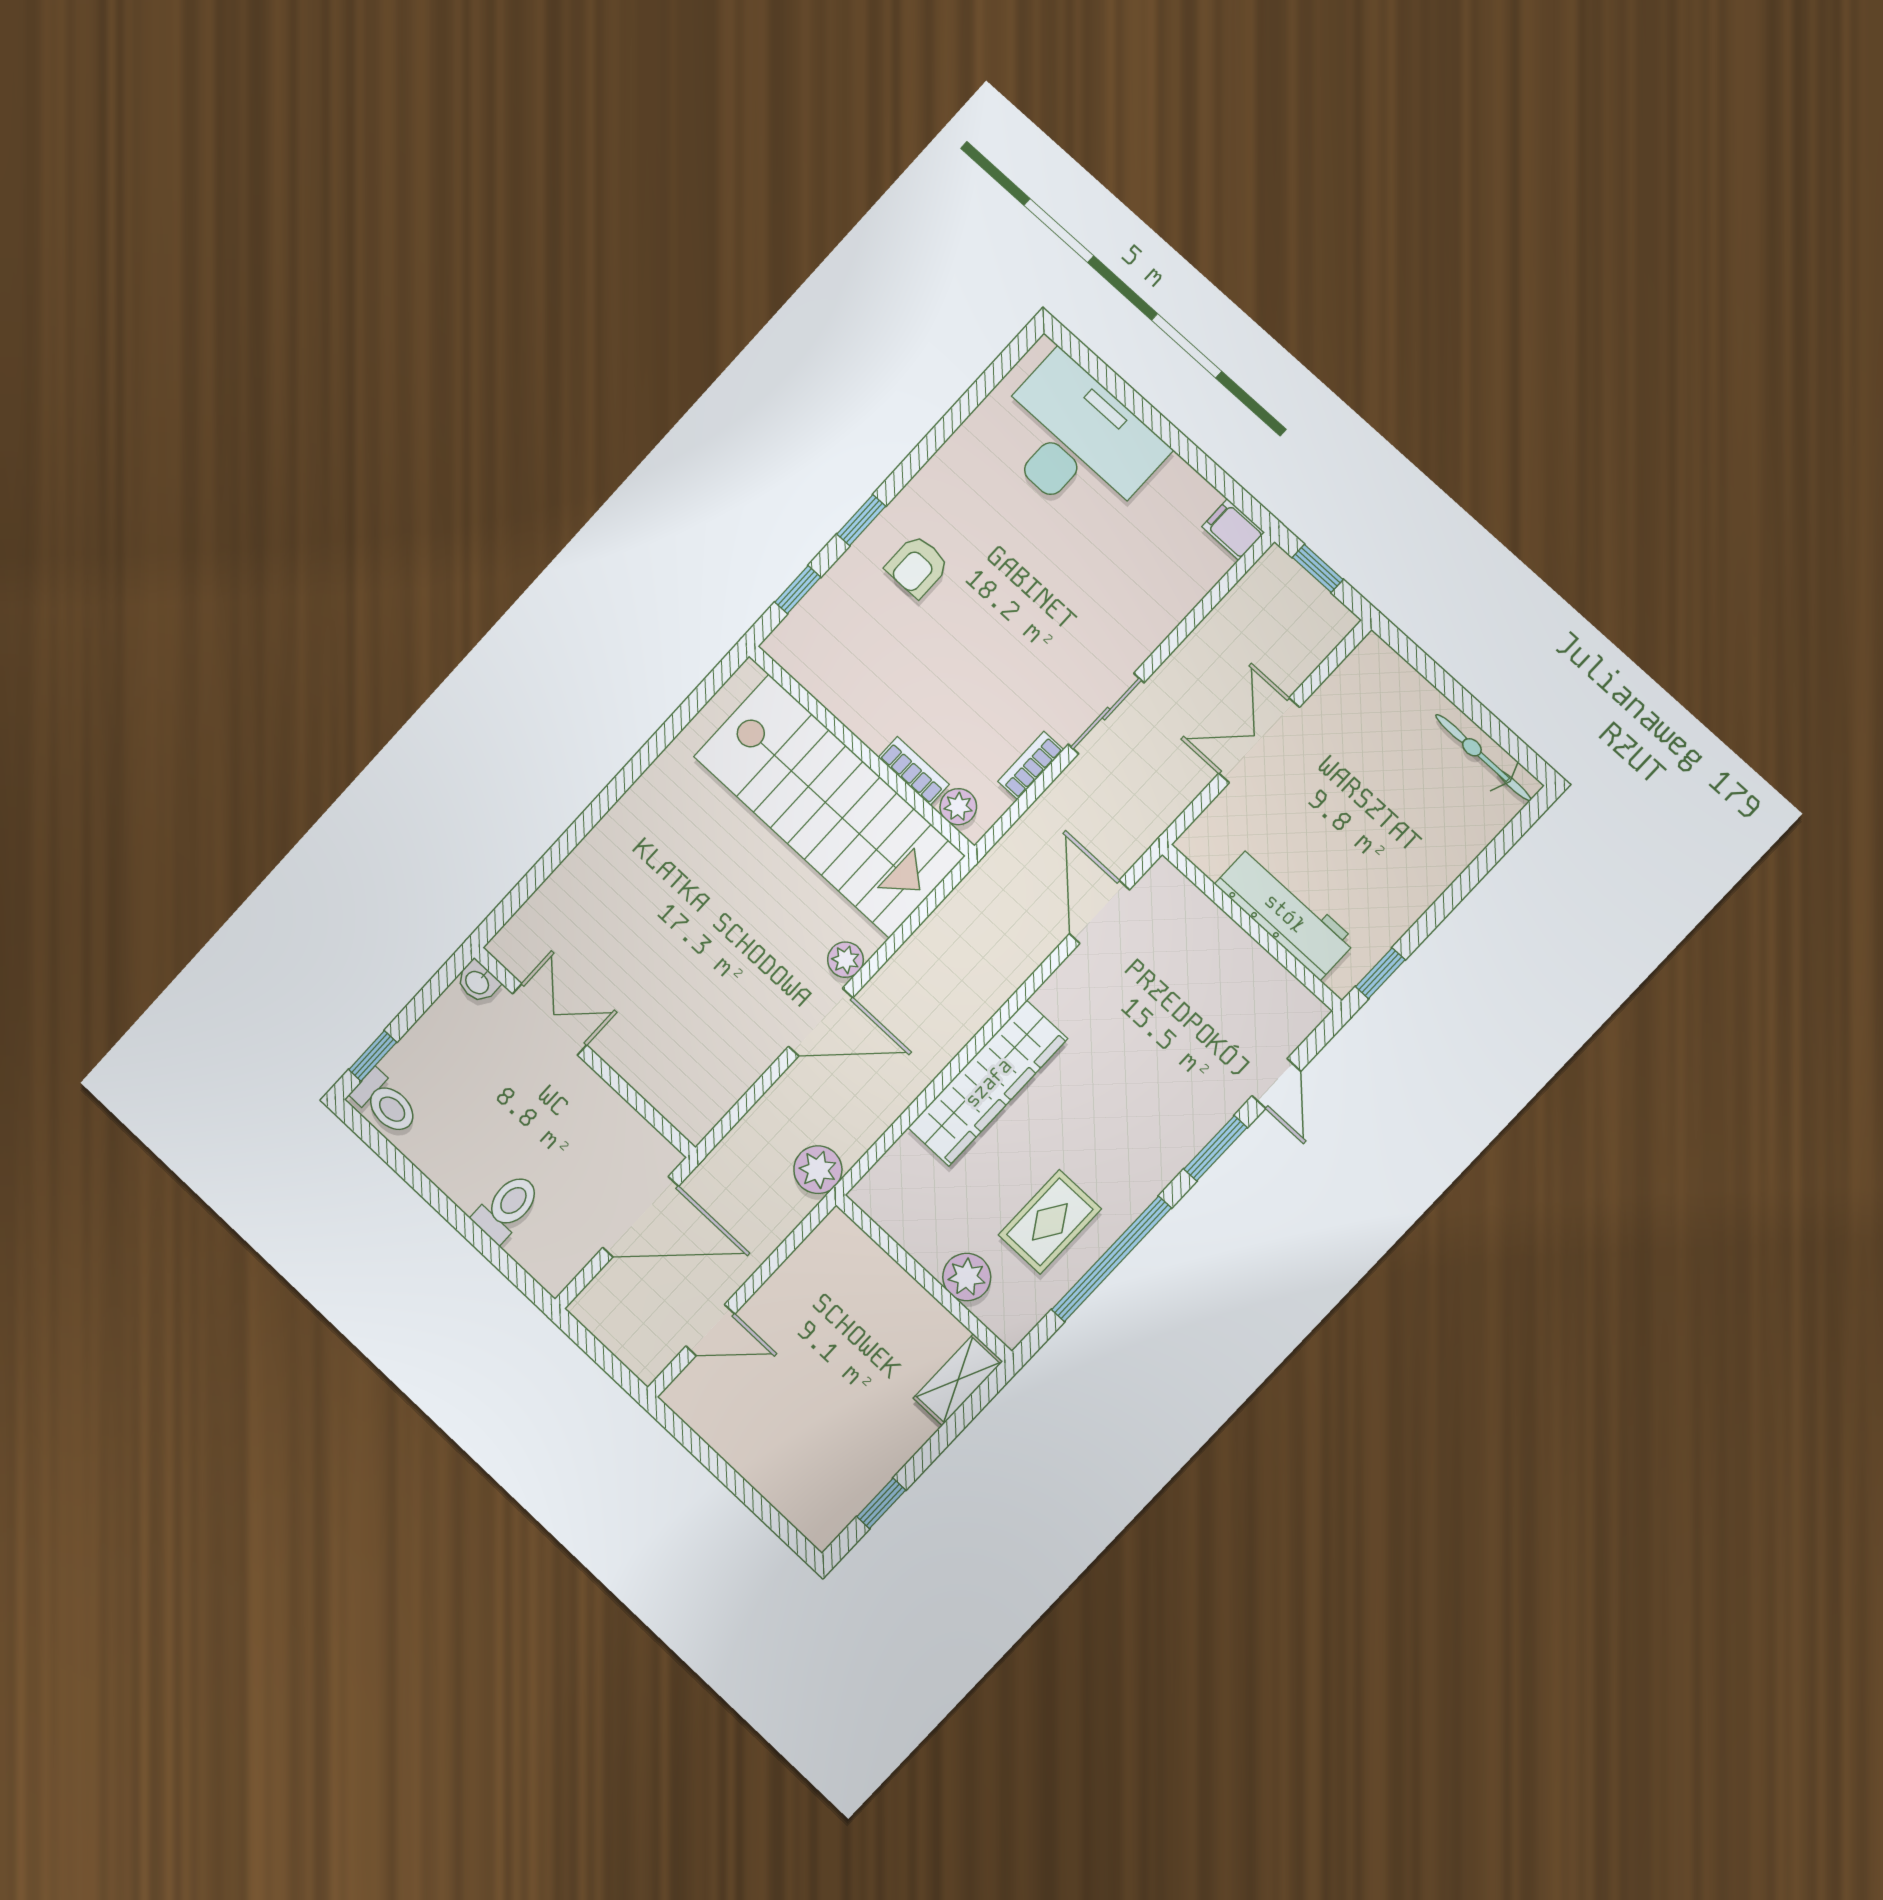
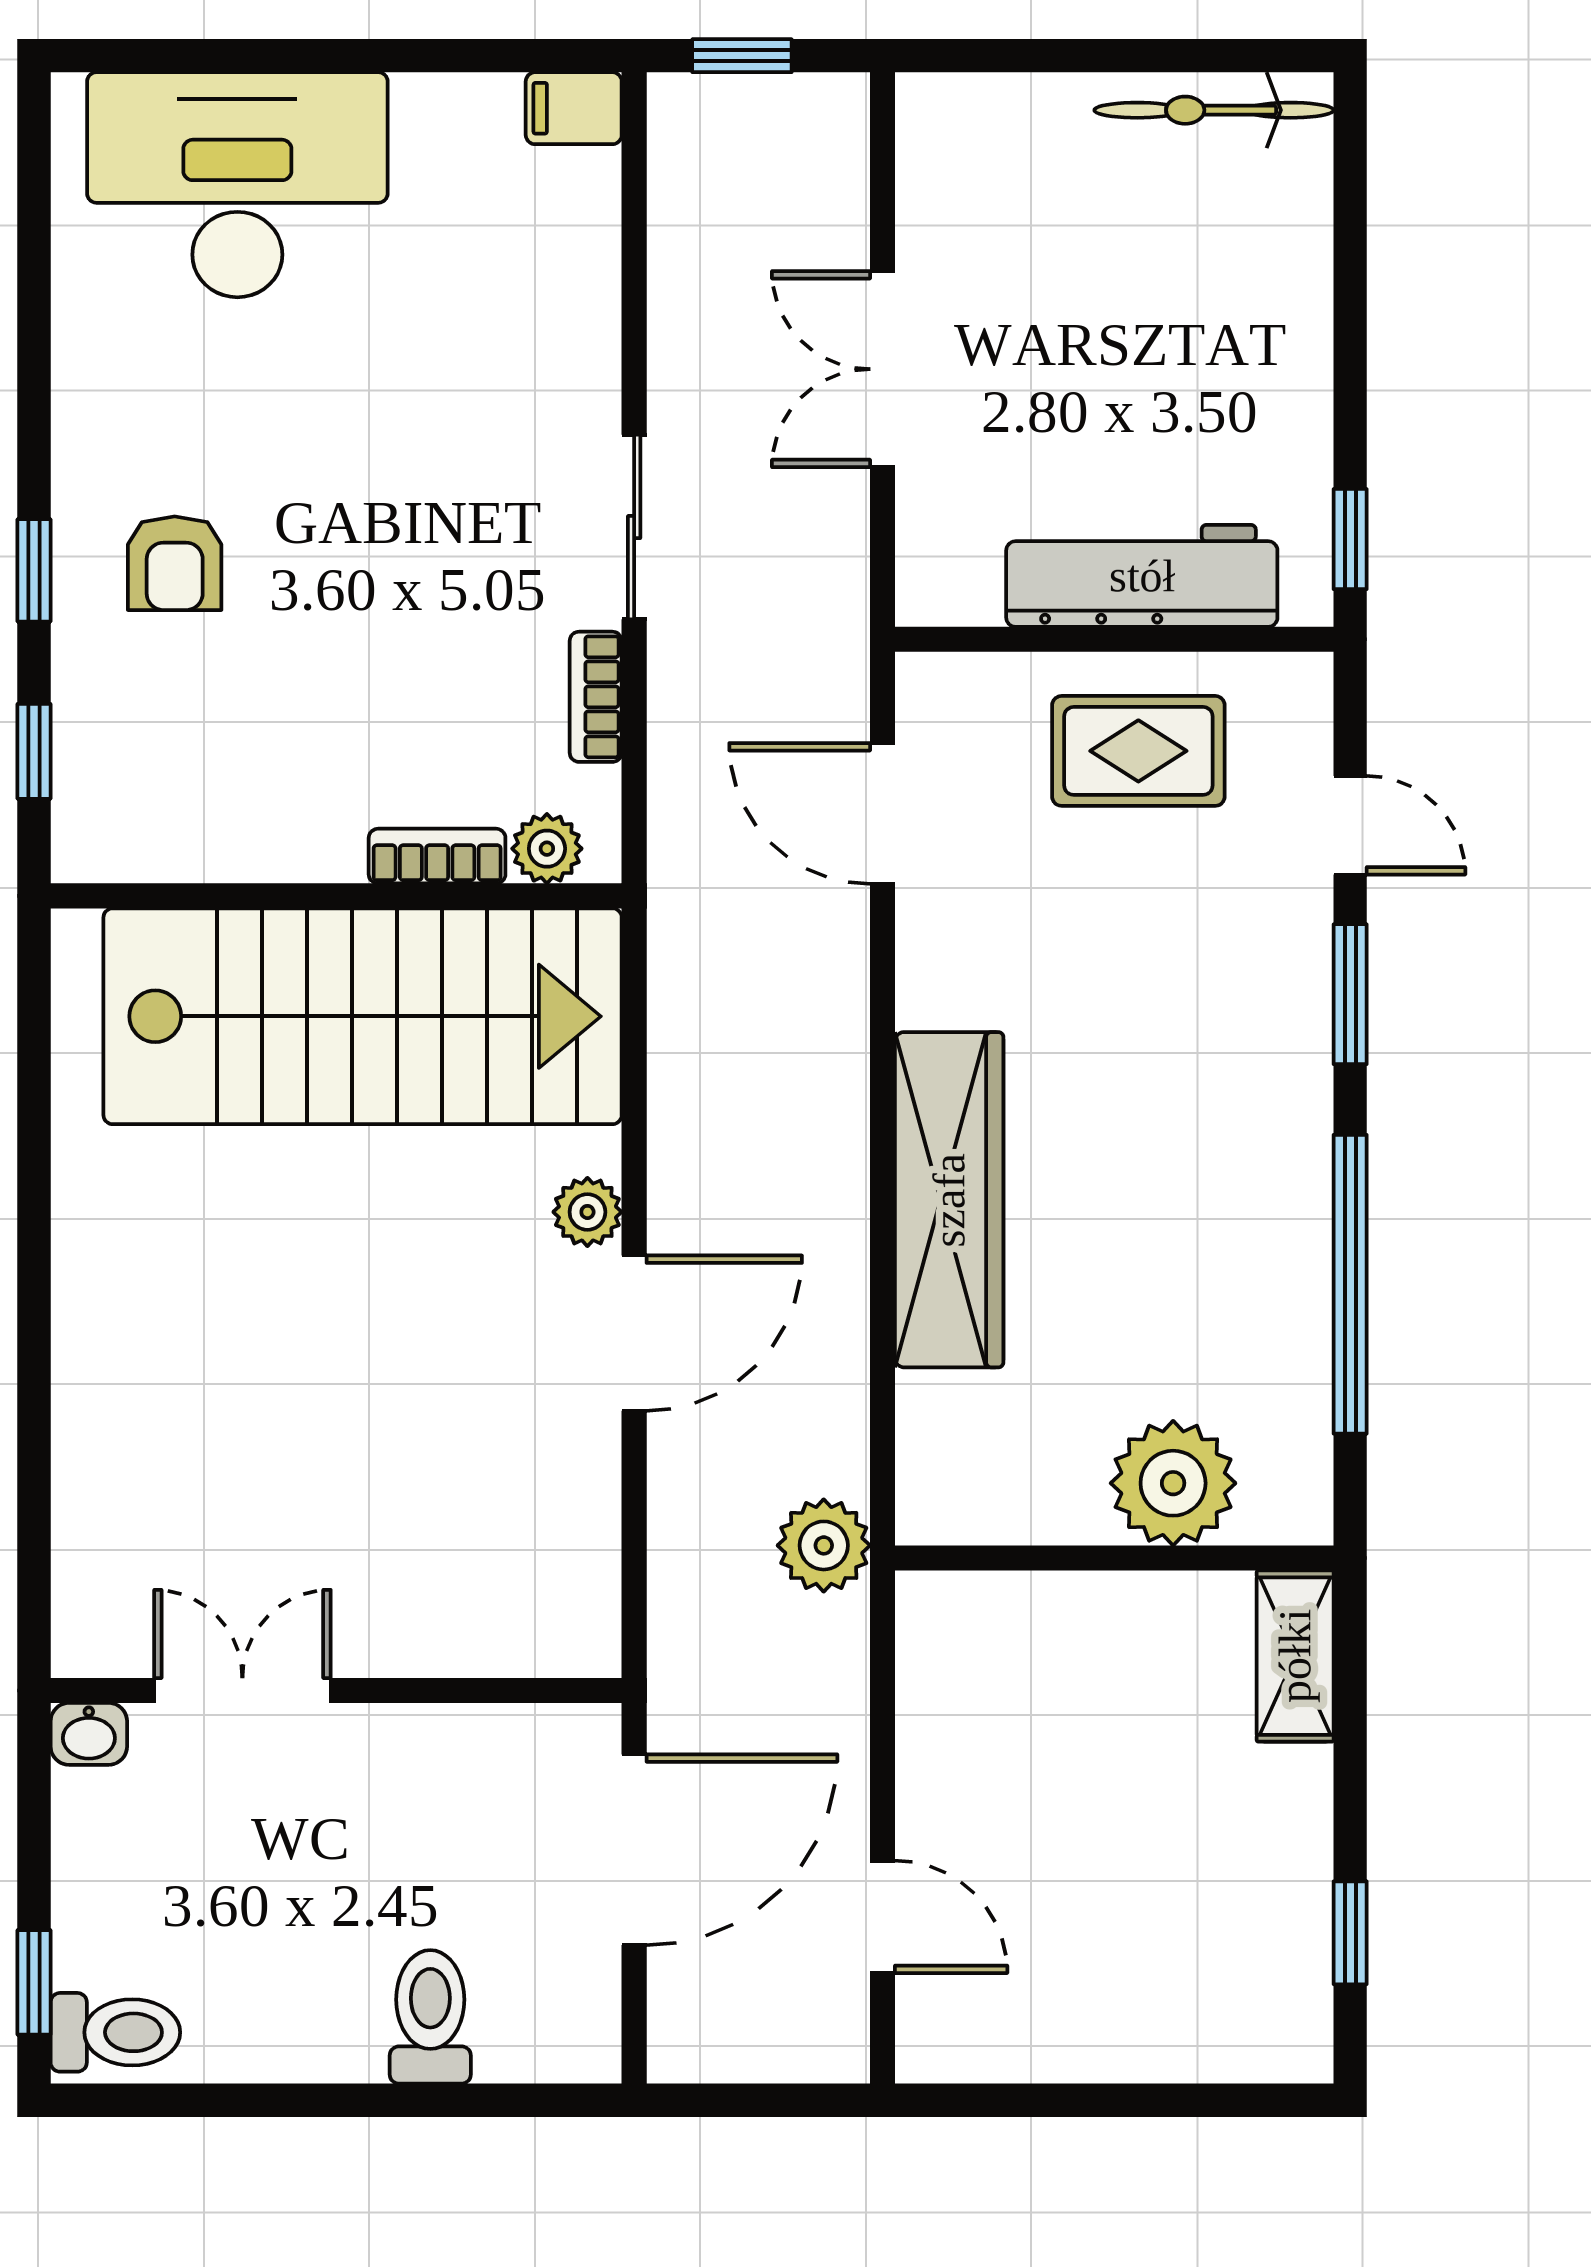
rug: (1050, 1222) -> (1138, 751), moved, turned 90
plant: (967, 1277) -> (1173, 1483), width x1.36, depth x1.36
door: (710, 1330) -> (882, 1917), hinge flipped

